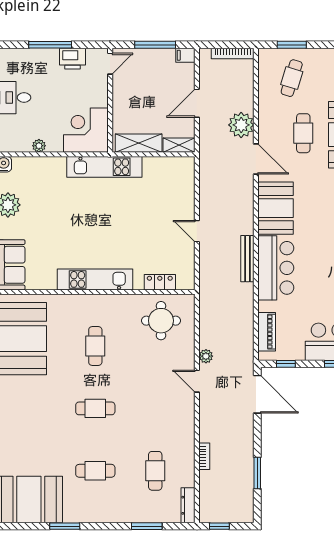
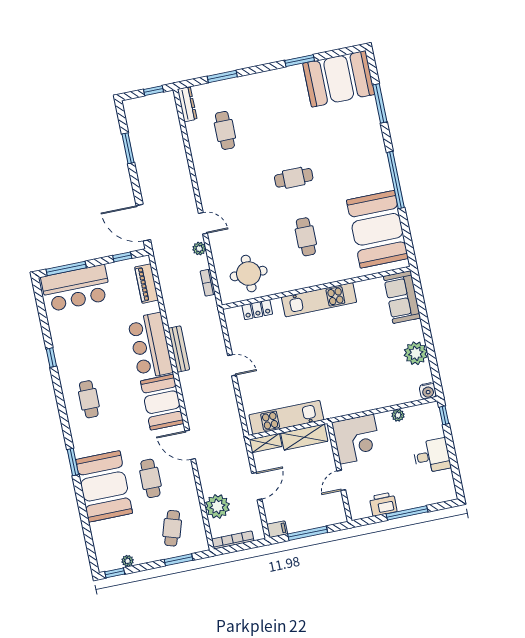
door: (110, 64) -> (341, 480), moved
plant: (241, 125) -> (217, 506), moved
kitchen unit: (104, 167) -> (286, 417), moved
bookcase: (204, 456) -> (208, 283), moved
cafe table: (95, 471) -> (282, 119), removed

